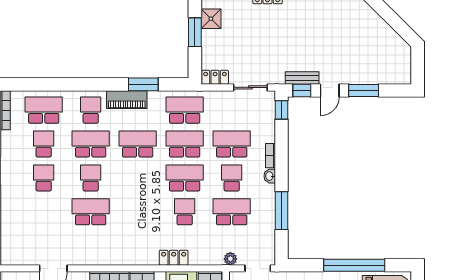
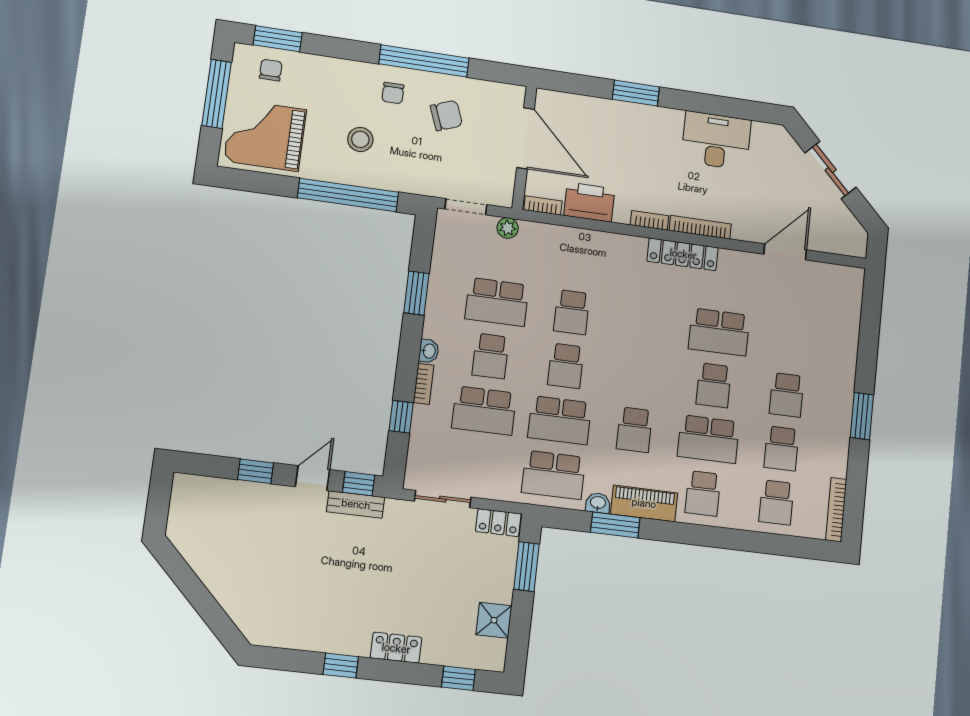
window: (195, 32) -> (527, 567), moved
window: (364, 91) -> (256, 471), width x0.67
washbasin: (155, 96) -> (598, 503), added
school desk: (44, 110) -> (776, 502), width x0.54
window: (282, 110) -> (401, 417), moved
school desk: (138, 144) -> (634, 430), width x0.54
school desk: (185, 178) -> (566, 366), width x0.54
window: (282, 211) -> (416, 293), width x0.69
locker: (174, 258) -> (683, 254), moved, width x1.53
window: (354, 265) -> (348, 195), moved

